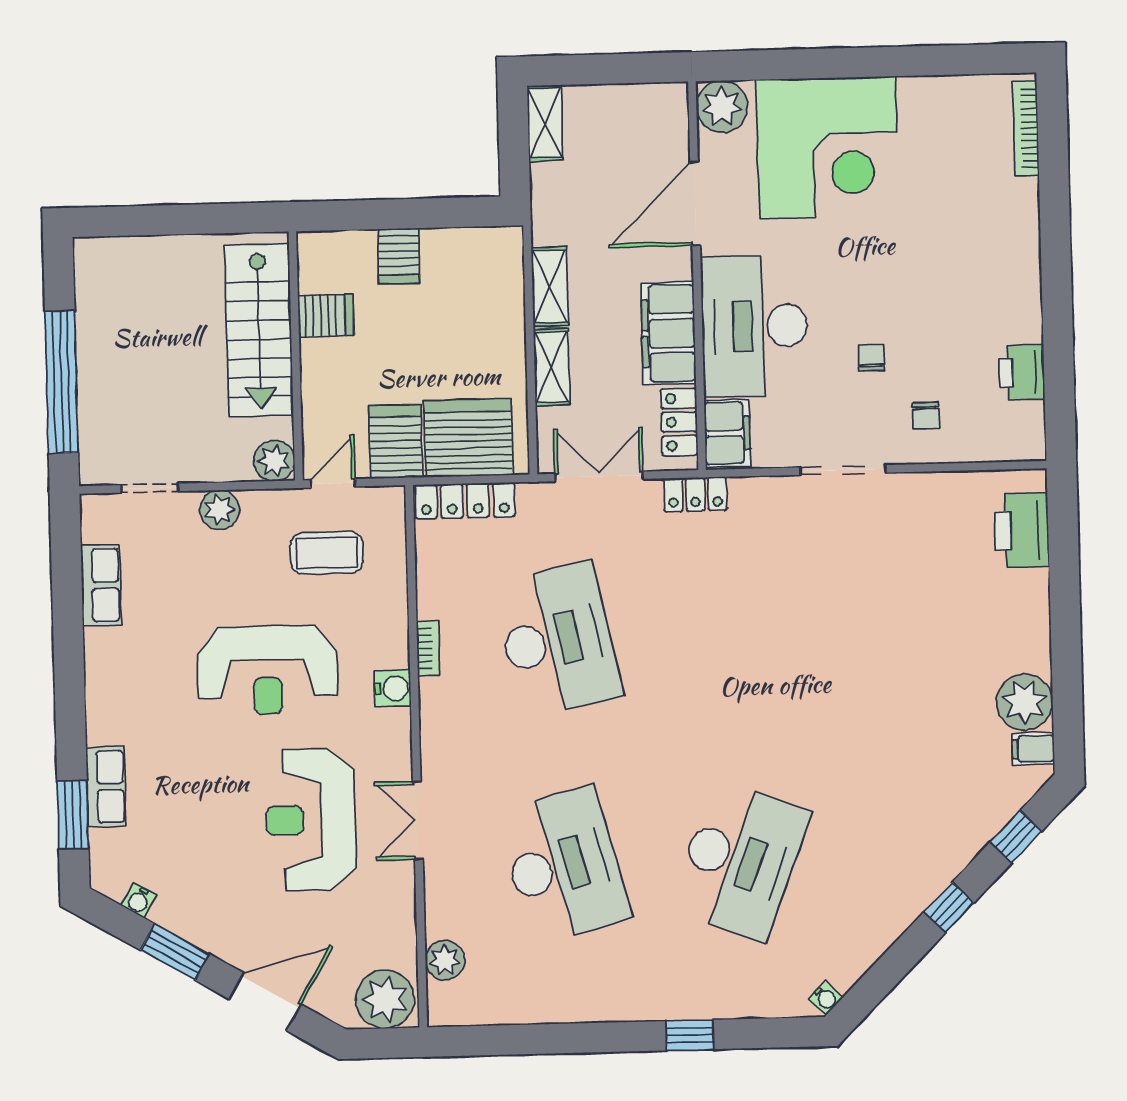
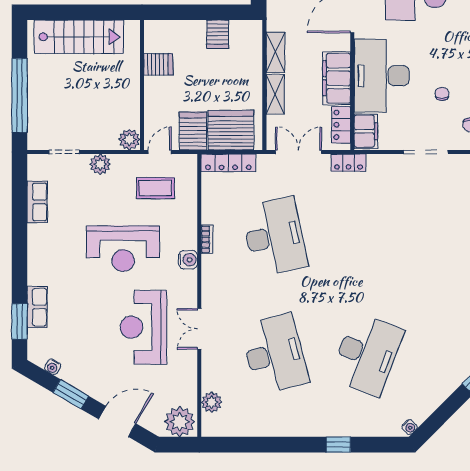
server rack: (399, 256) -> (218, 34), moved
stairs: (259, 330) -> (79, 37), moved, turned -90

